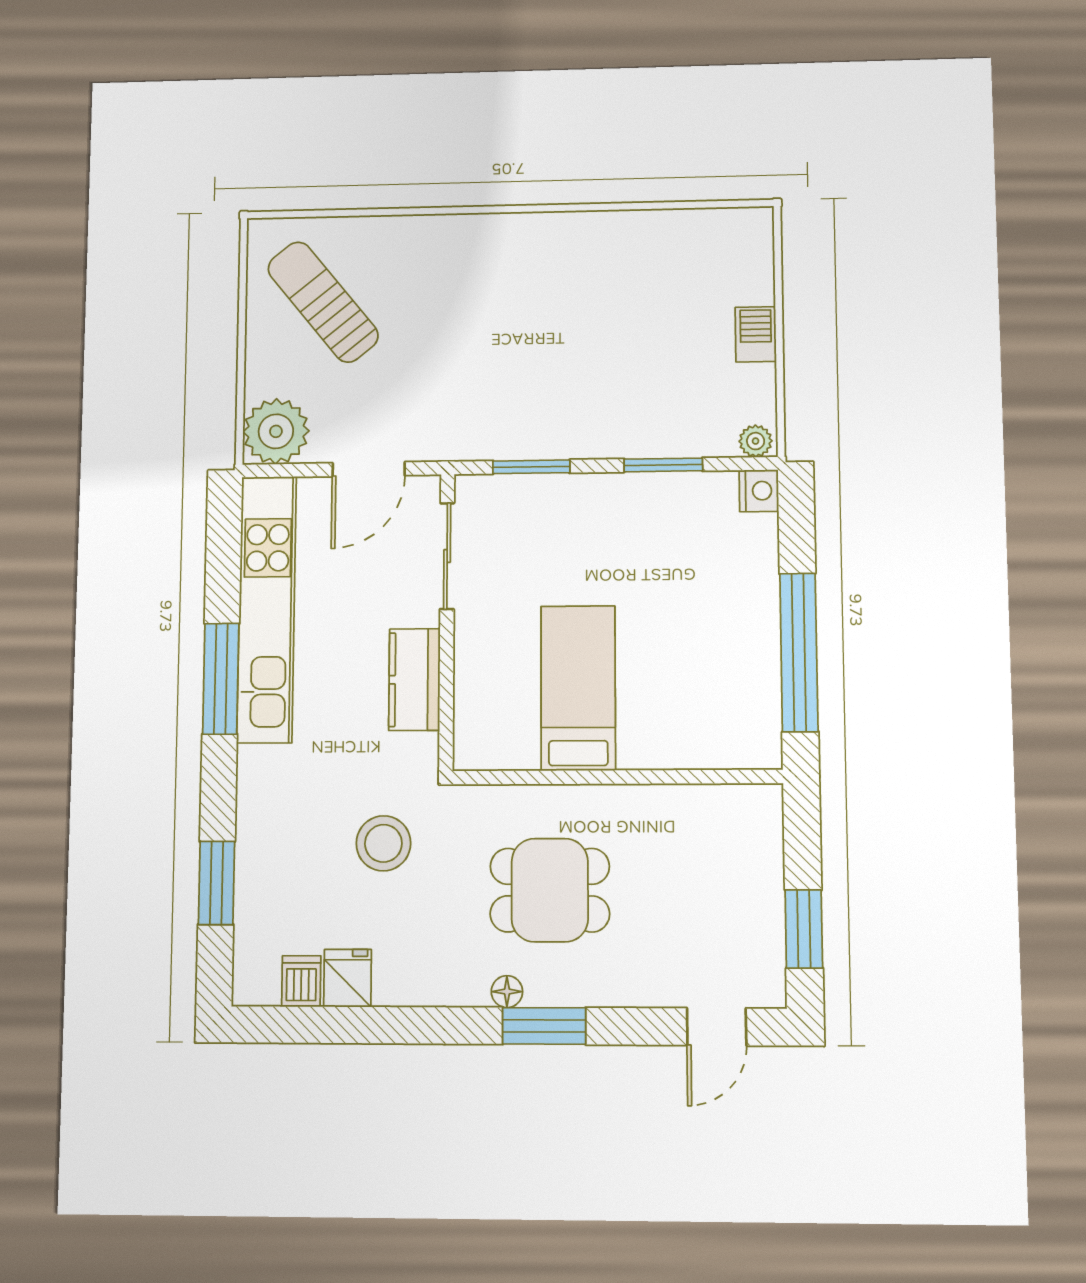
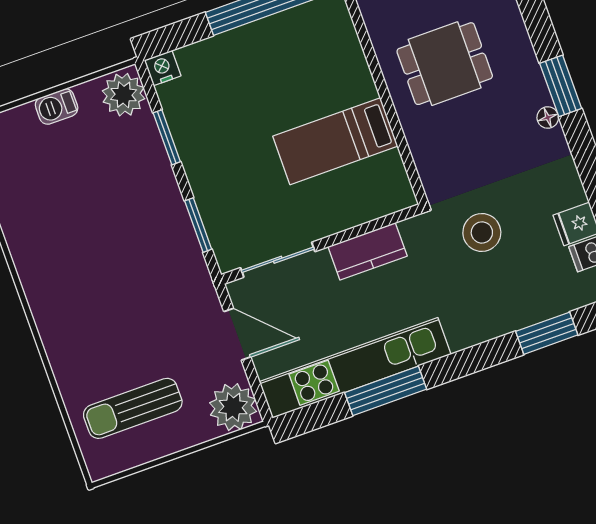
sun lounger: (323, 302) -> (133, 408), turned 39
plant: (756, 441) -> (124, 95), width x1.87, depth x1.87
window: (221, 679) -> (386, 391), moved
dining table: (550, 890) -> (445, 64), moved, turned 90

